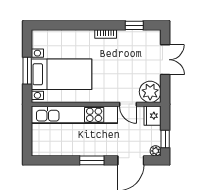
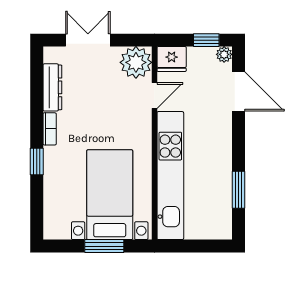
window: (134, 25) -> (37, 162), moved
dresser: (133, 36) -> (52, 87), added
window: (92, 160) -> (238, 190), moved

